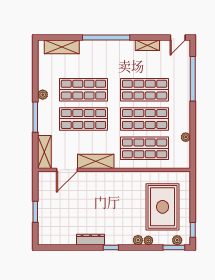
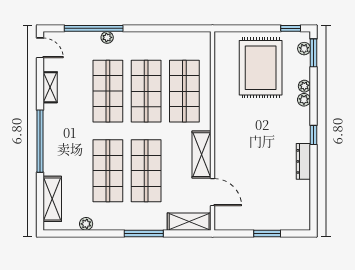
plant: (43, 95) -> (86, 224), moved
plant: (186, 137) -> (107, 37), moved
rug: (163, 207) -> (261, 68), turned 90

